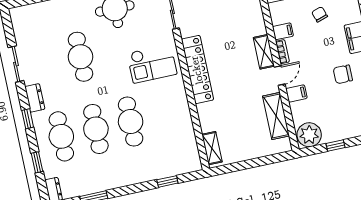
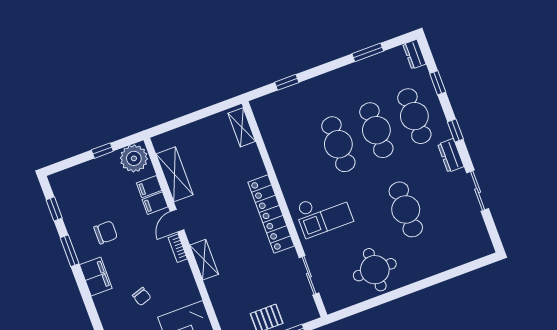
filing cabinet: (283, 31) -> (149, 187), moved
shelving: (264, 52) -> (204, 260), moved
checkout: (152, 64) -> (324, 213), turned 180

